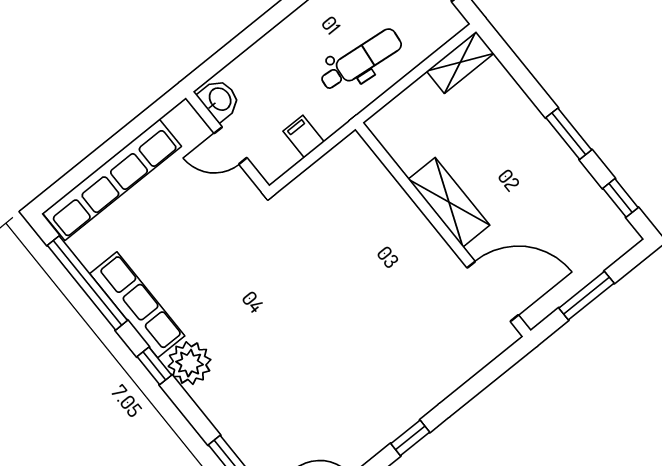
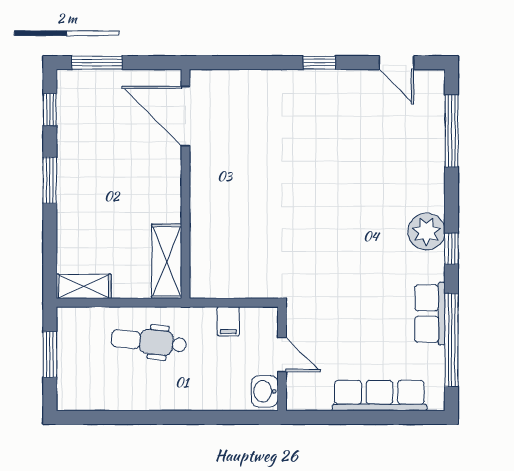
row of seats: (112, 180) -> (379, 396), width x0.73
shelving: (449, 202) -> (167, 261), moved
window: (586, 296) -> (97, 63), moved
row of seats: (137, 305) -> (430, 314), width x0.68

